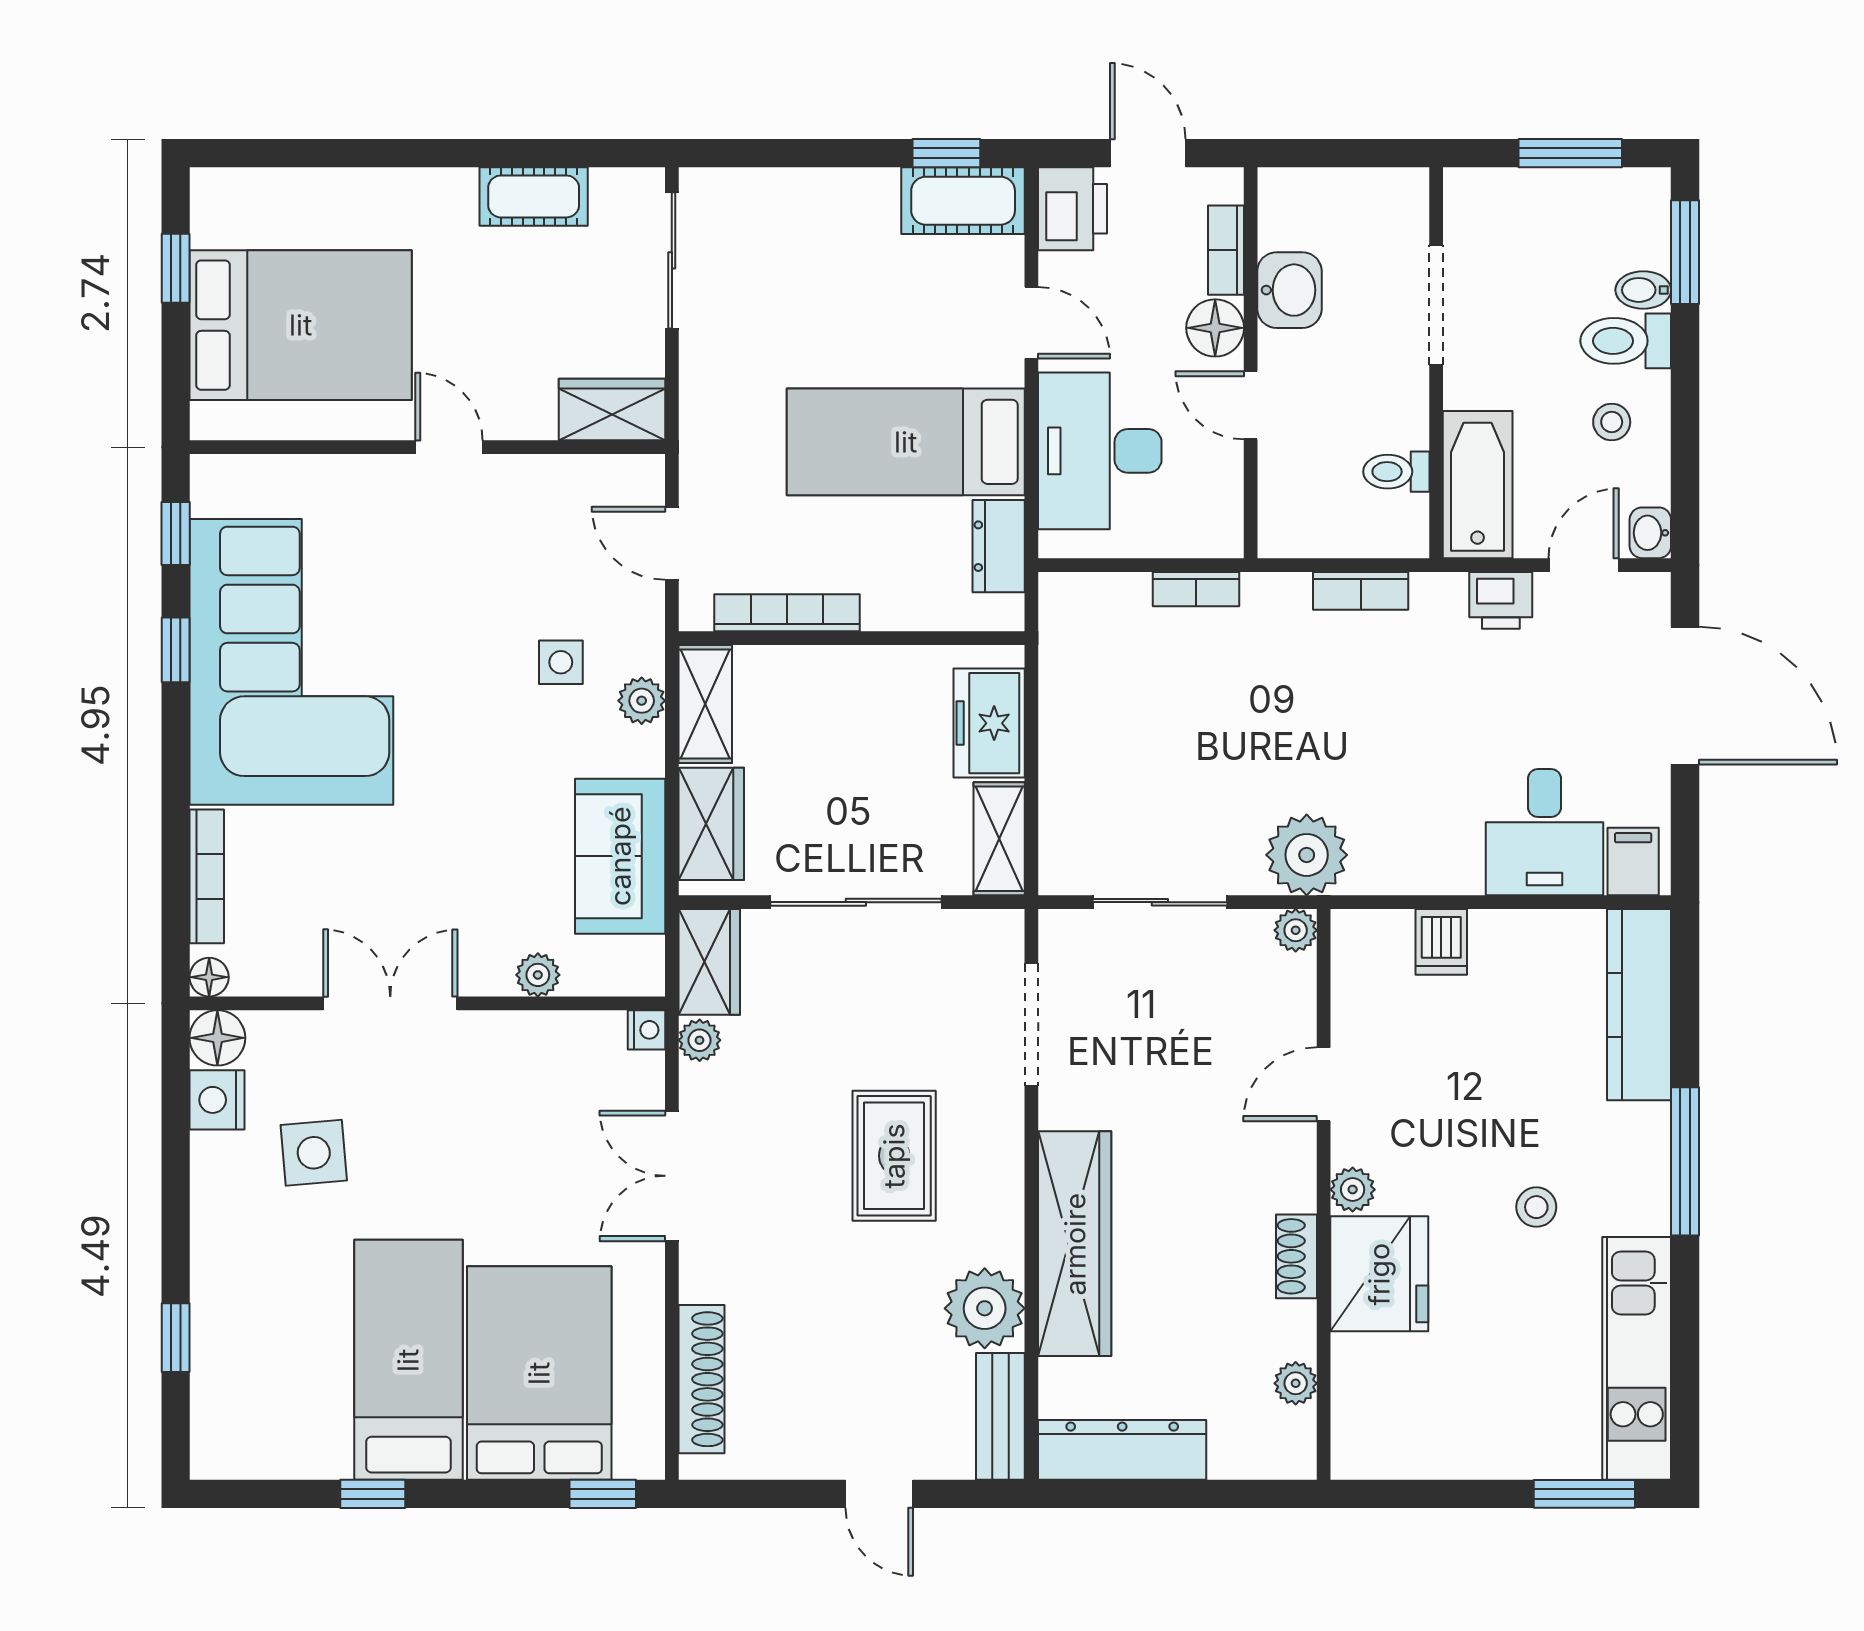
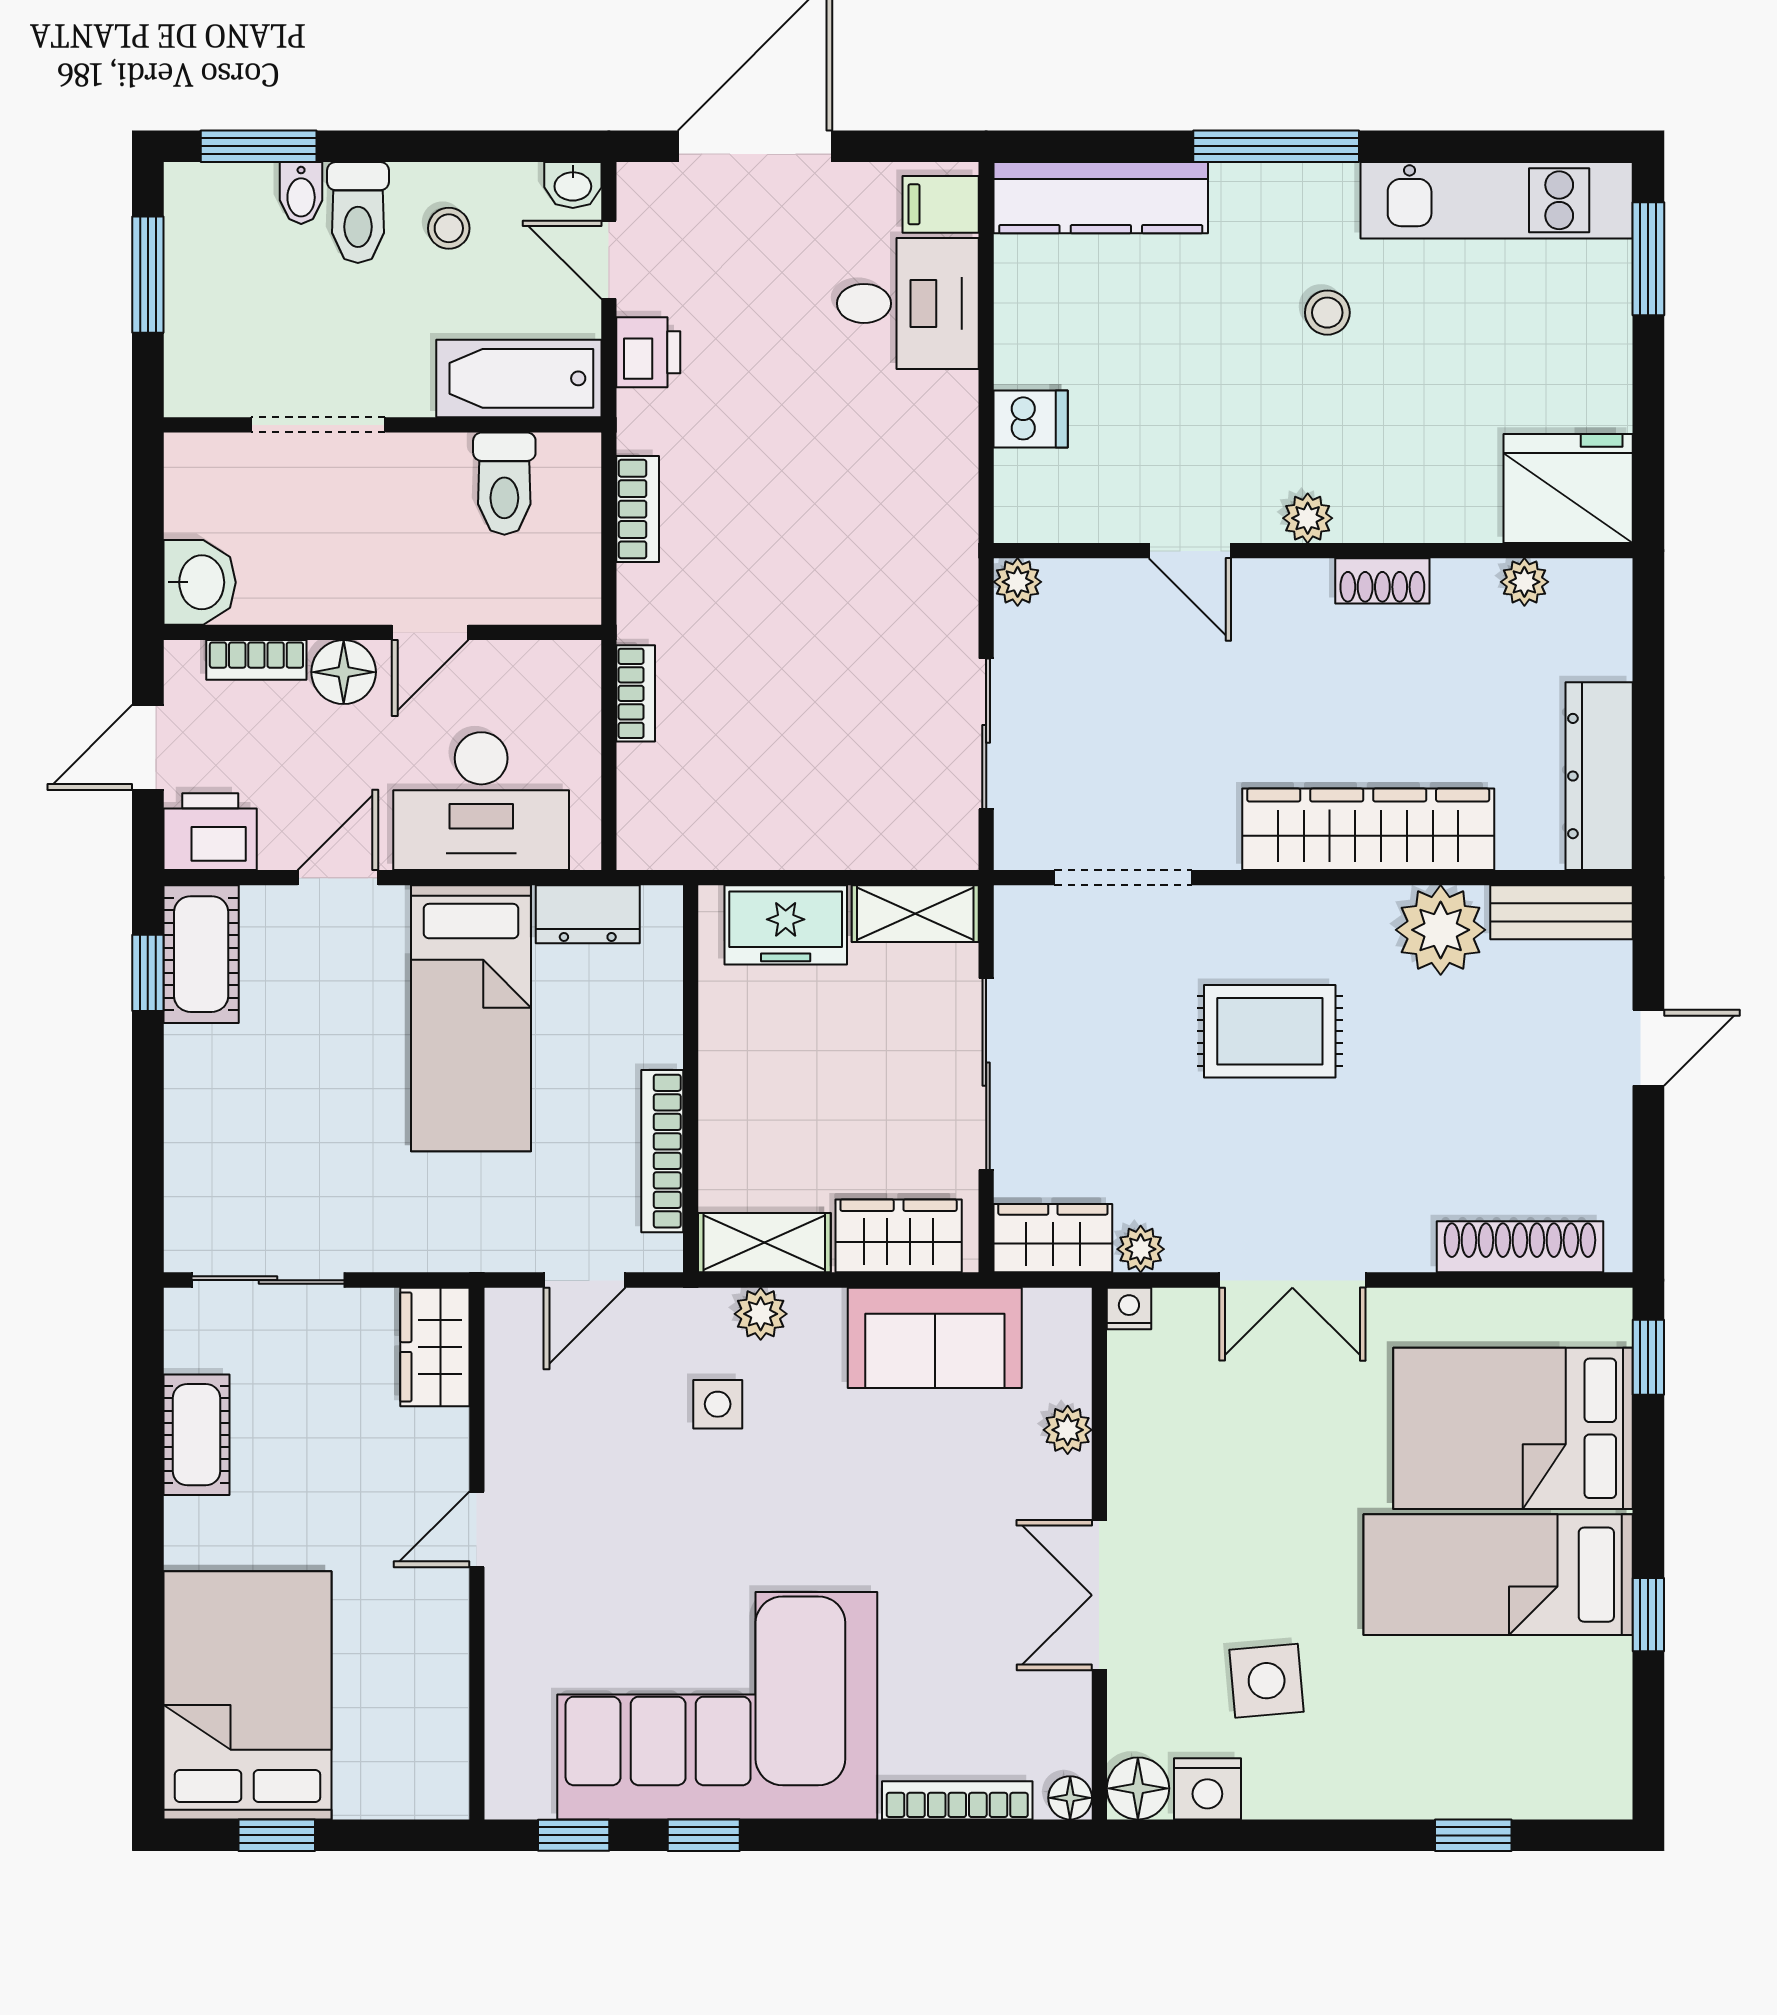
washbasin: (1289, 290) -> (200, 582), moved, turned 90
bed: (301, 325) -> (248, 1695), moved
toilet: (1396, 472) -> (504, 484), width x1.37, depth x1.39
plant: (1307, 855) -> (933, 570), removed
fridge: (1379, 1274) -> (1568, 488), moved

